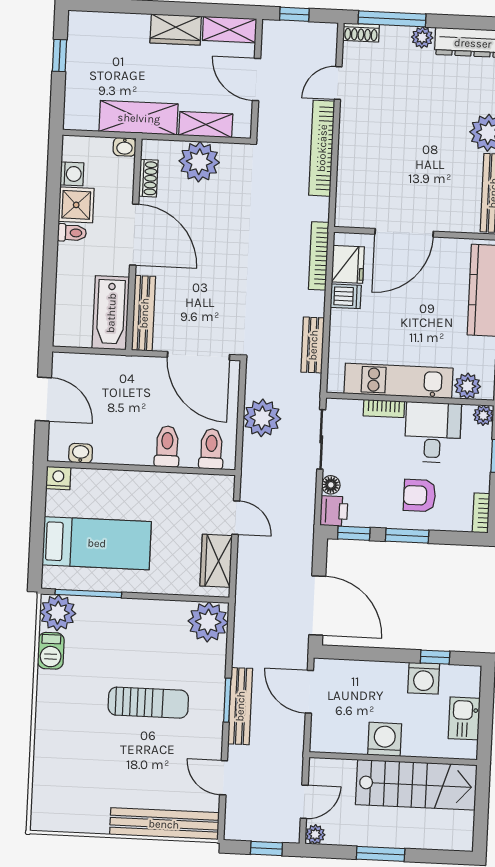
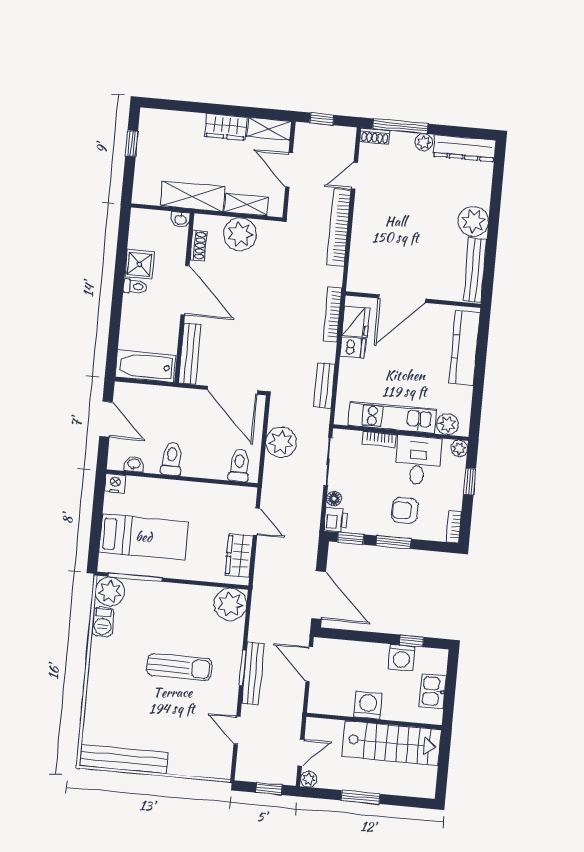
washing machine: (72, 174) -> (137, 239), removed
bathtub: (111, 313) -> (146, 366), moved, turned 90
toilet: (167, 446) -> (172, 459), moved
bench: (164, 824) -> (124, 759), moved

